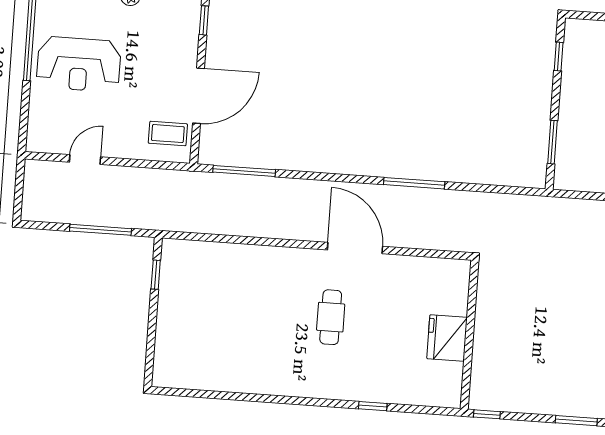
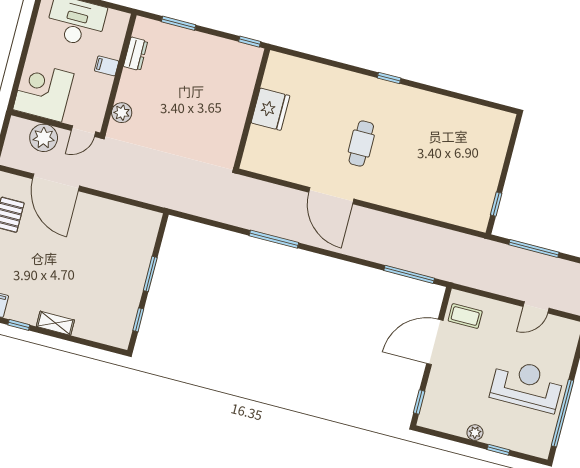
window: (553, 142) -> (150, 274), moved
window: (373, 406) -> (389, 78), moved

